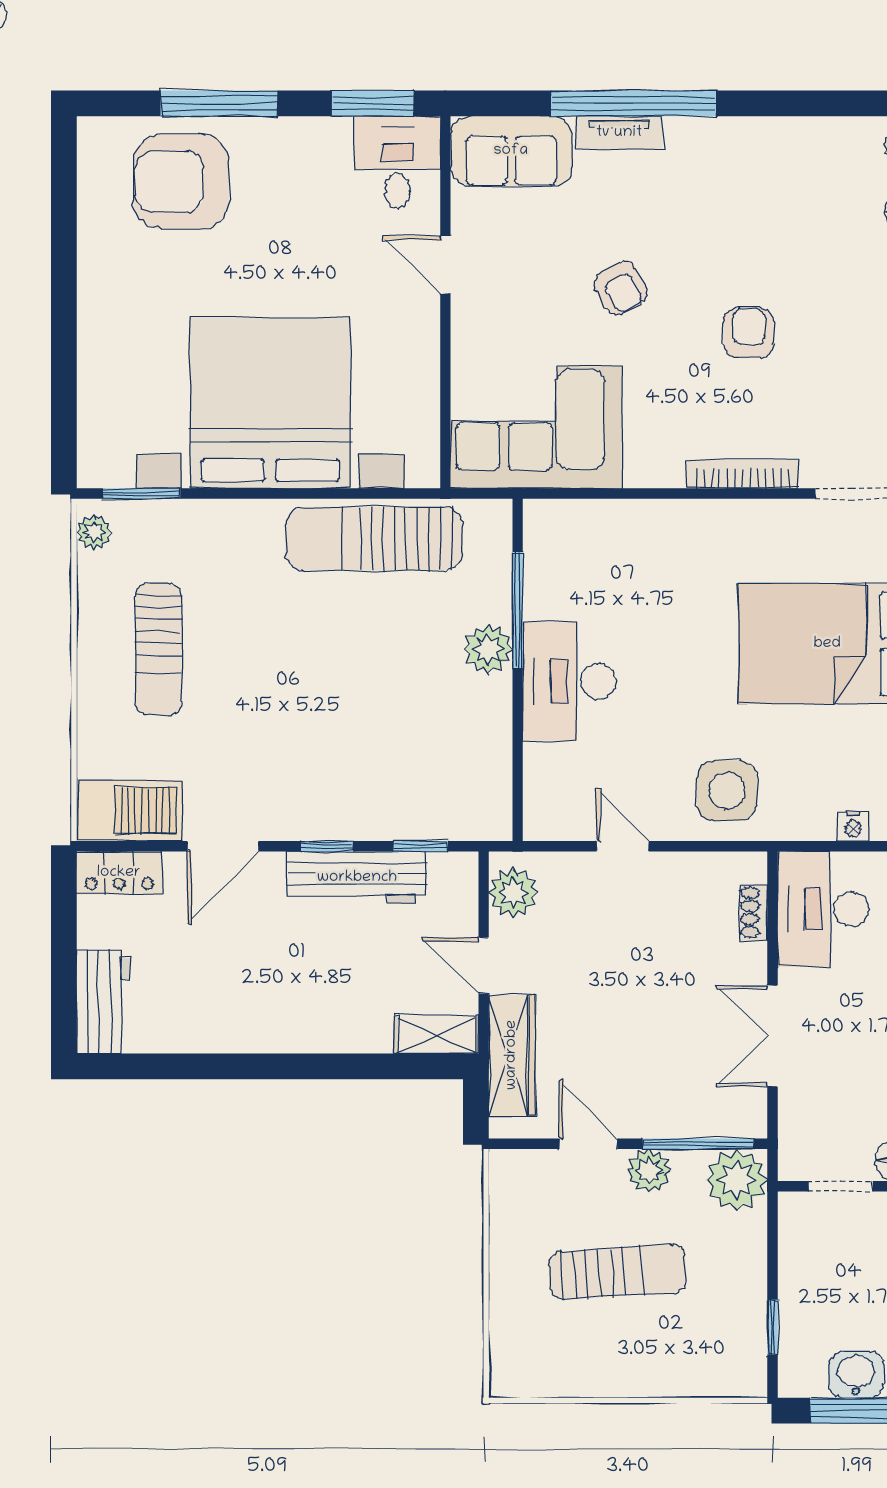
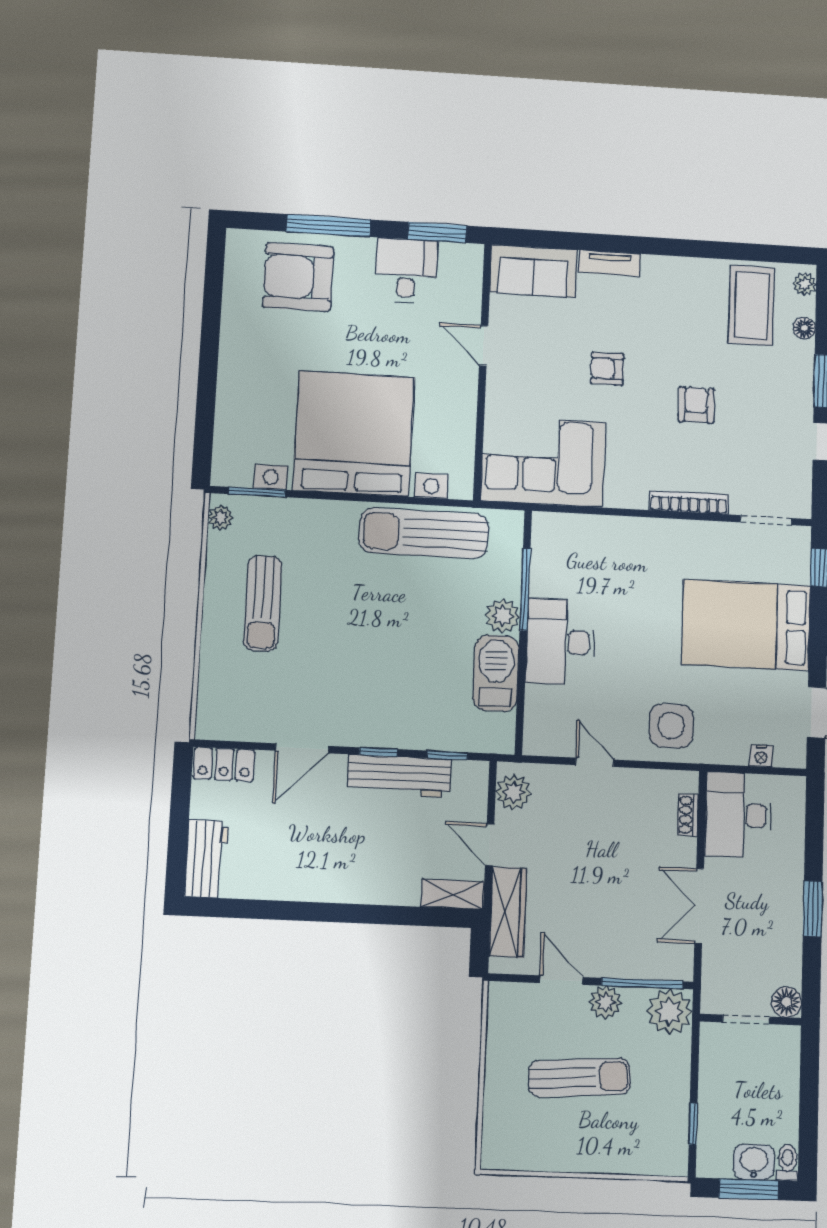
window: (633, 103) -> (620, 244), removed
desk: (397, 162) -> (406, 271), moved
coffee table: (824, 182) -> (751, 305), added
armchair: (621, 288) -> (607, 369), turned 120
barbecue: (130, 811) -> (496, 673), moved, turned -90

